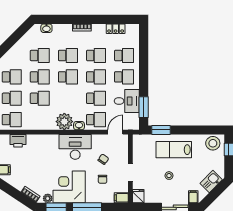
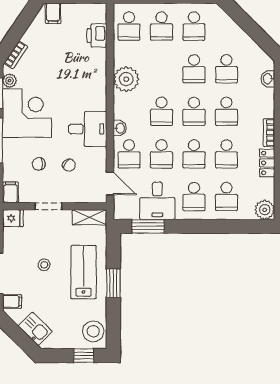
locker: (116, 29) -> (267, 163), moved
plant: (133, 30) -> (265, 210), added
school desk: (40, 98) -> (161, 111), moved
plant: (64, 122) -> (126, 79), moved
window: (161, 130) -> (113, 283), moved
shelving: (138, 146) -> (90, 217), added
desk: (75, 147) -> (88, 129), width x0.73

